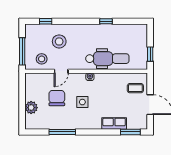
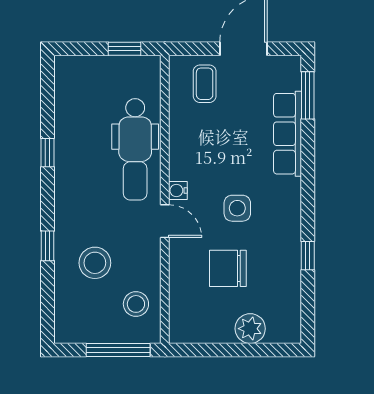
window: (46, 21) -> (47, 246), moved
dental chair: (107, 59) -> (135, 149), turned 180
door: (61, 71) -> (165, 221), moved
row of seats: (114, 123) -> (288, 134), width x1.48
window: (62, 132) -> (308, 256), width x0.46

